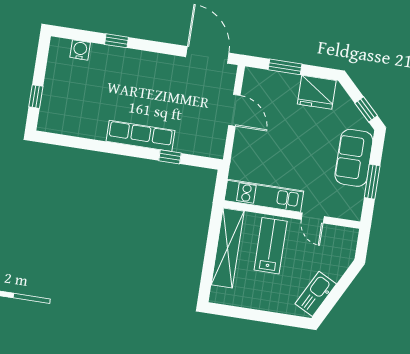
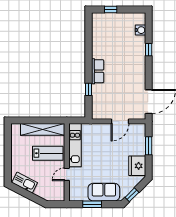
row of seats: (140, 136) -> (98, 71), width x0.68

